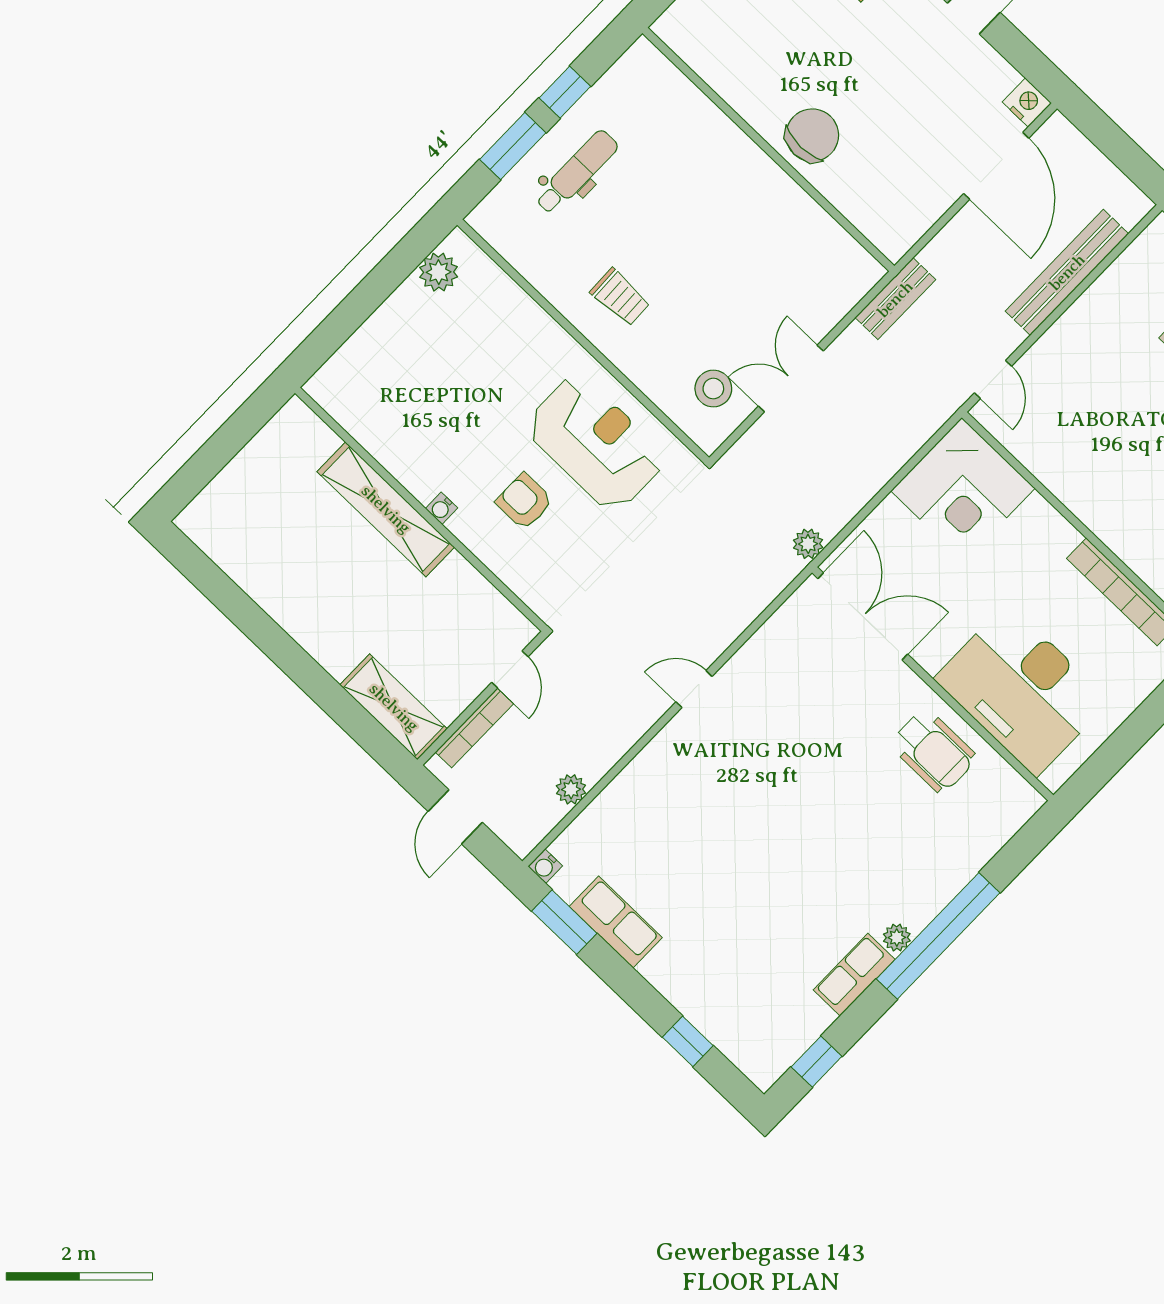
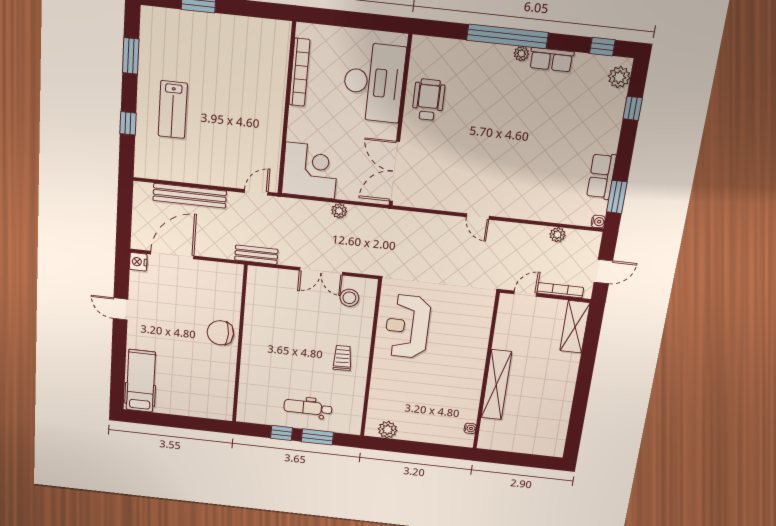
armchair: (524, 501) -> (452, 336), removed
water cooler: (442, 508) -> (470, 428), moved
plant: (808, 544) -> (339, 211), moved
plant: (751, 1054) -> (619, 77), added

